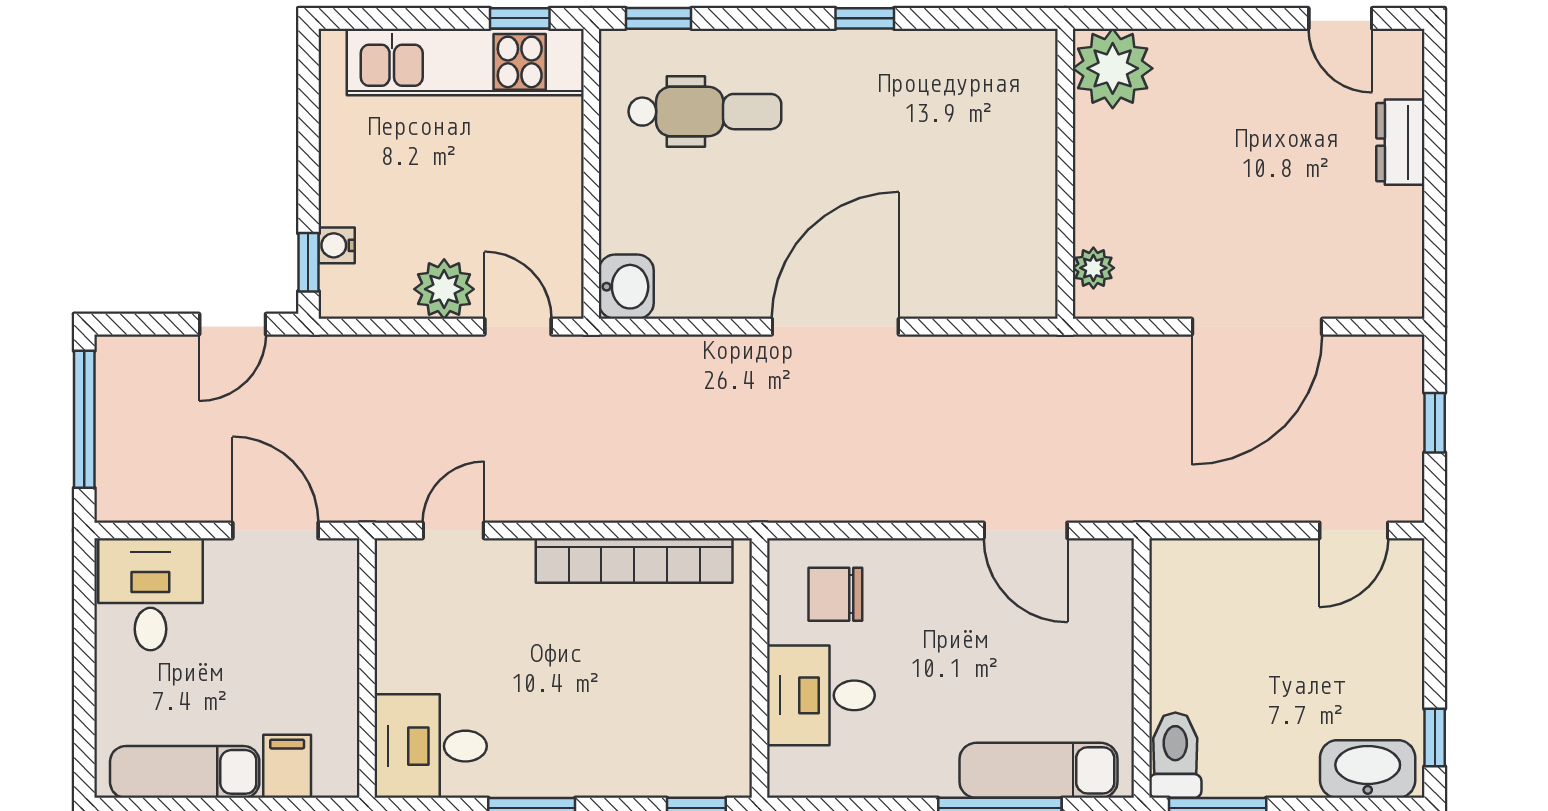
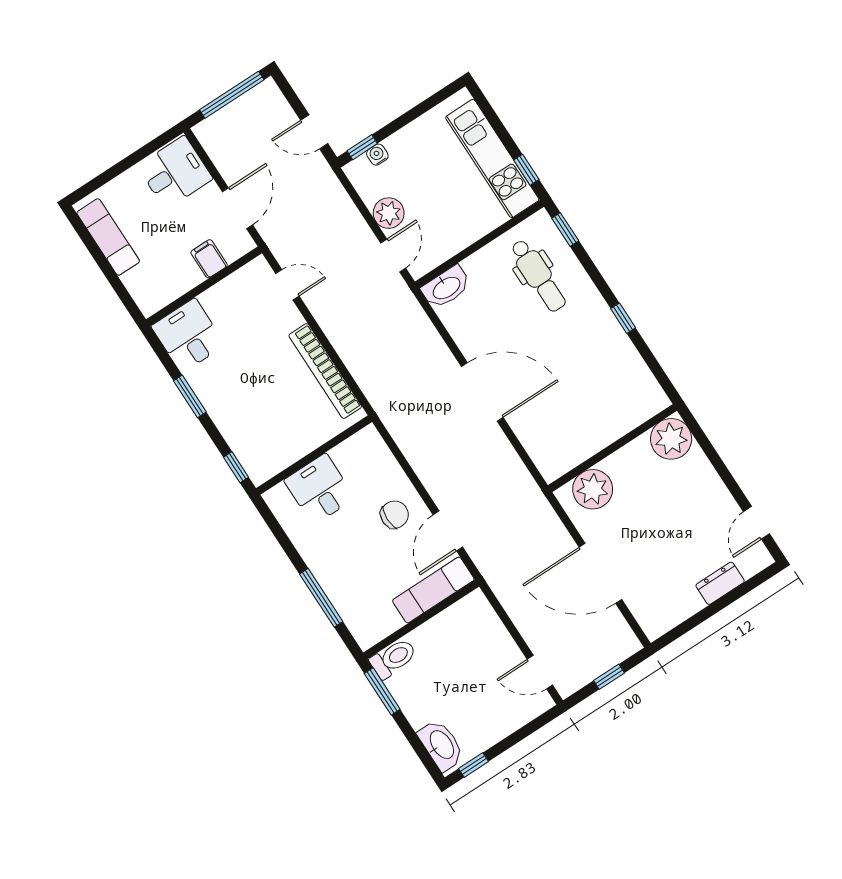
plant: (1093, 268) -> (593, 489), width x1.87, depth x1.87
washbasin: (626, 287) -> (446, 287), width x1.38
chair: (835, 594) -> (394, 515), moved, turned 90
filing cabinet: (287, 766) -> (209, 259), moved, turned -90
exam couch: (1038, 770) -> (433, 590), moved, turned -90

